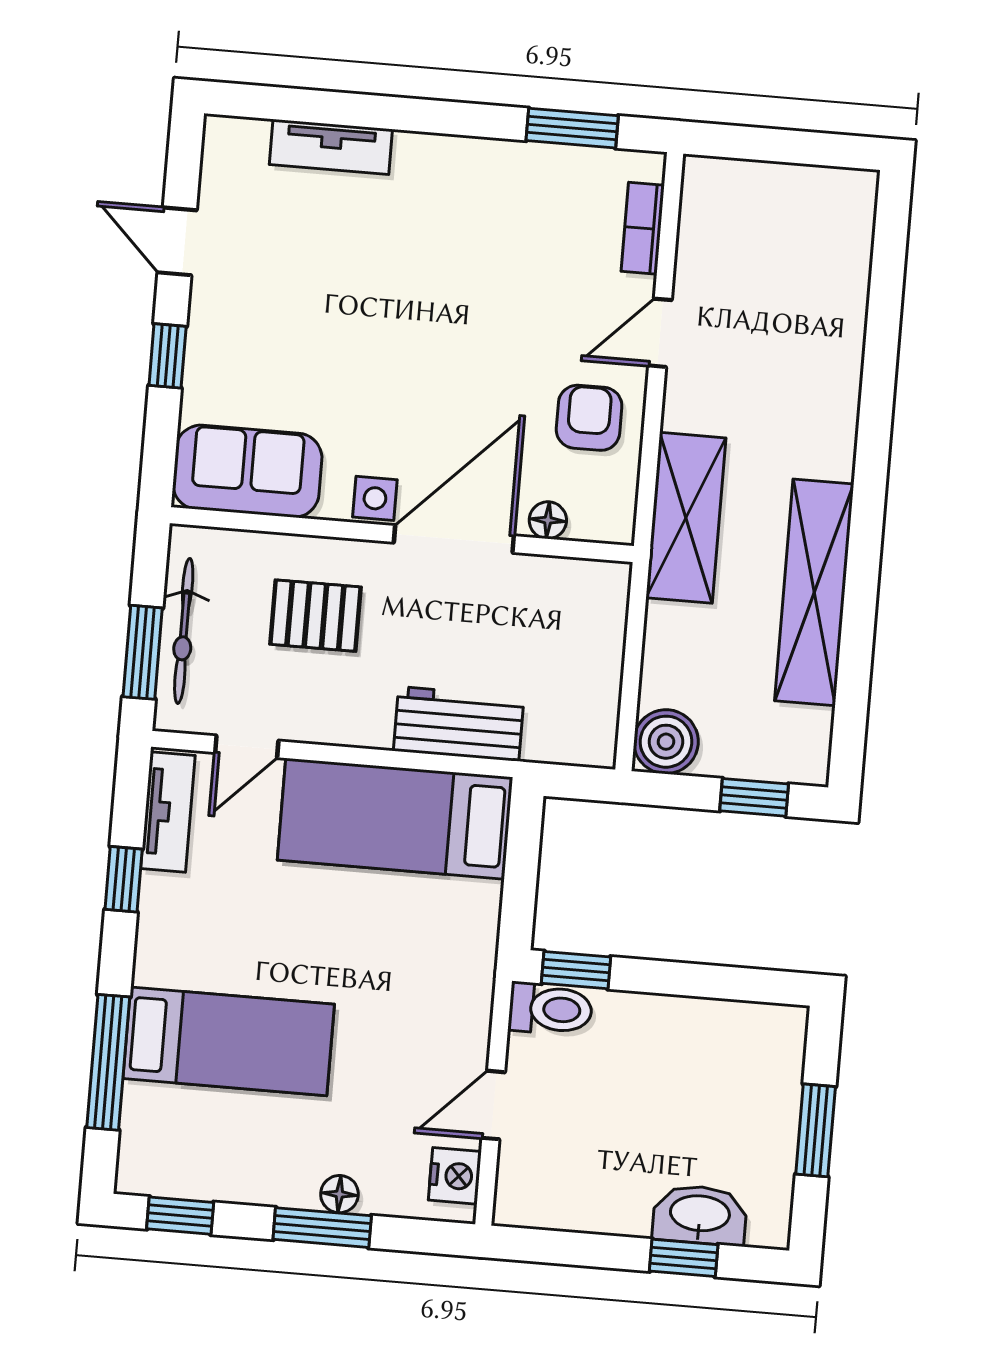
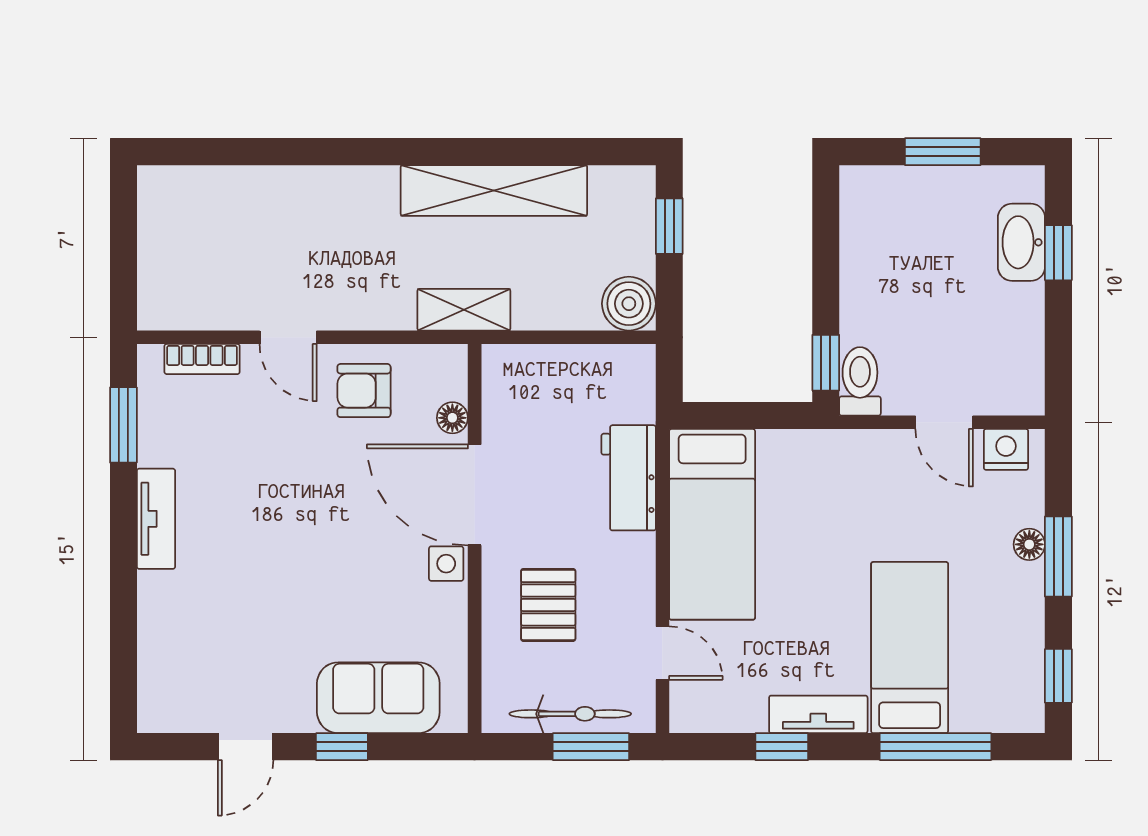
tv unit: (331, 147) -> (156, 519), moved
sofa: (247, 471) -> (378, 698), moved, turned 90
shelving: (686, 518) -> (464, 310), width x0.67, depth x0.75
tv unit: (168, 812) -> (818, 714), moved

